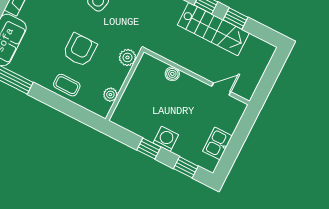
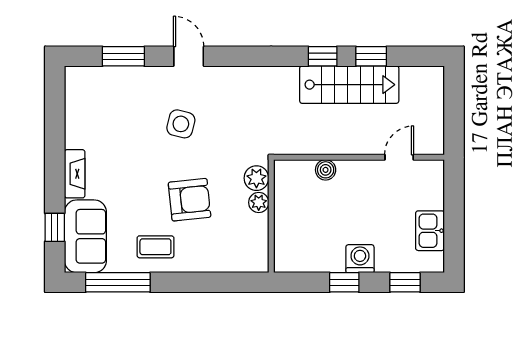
armchair: (80, 50) -> (190, 200), turned 84
coffee table: (67, 85) -> (155, 247), moved
plant: (110, 95) -> (259, 202), moved

